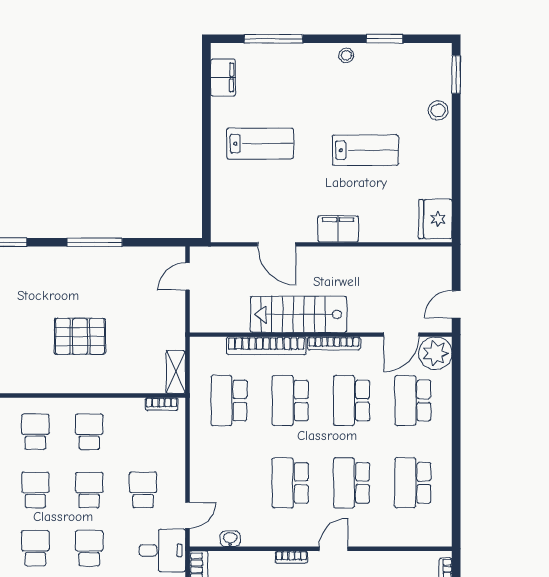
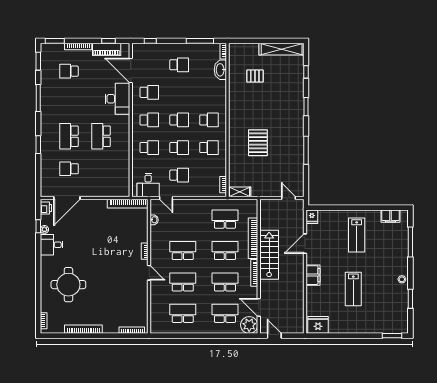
stool: (438, 110) -> (374, 326), removed
fridge: (224, 231) -> (312, 217), added

